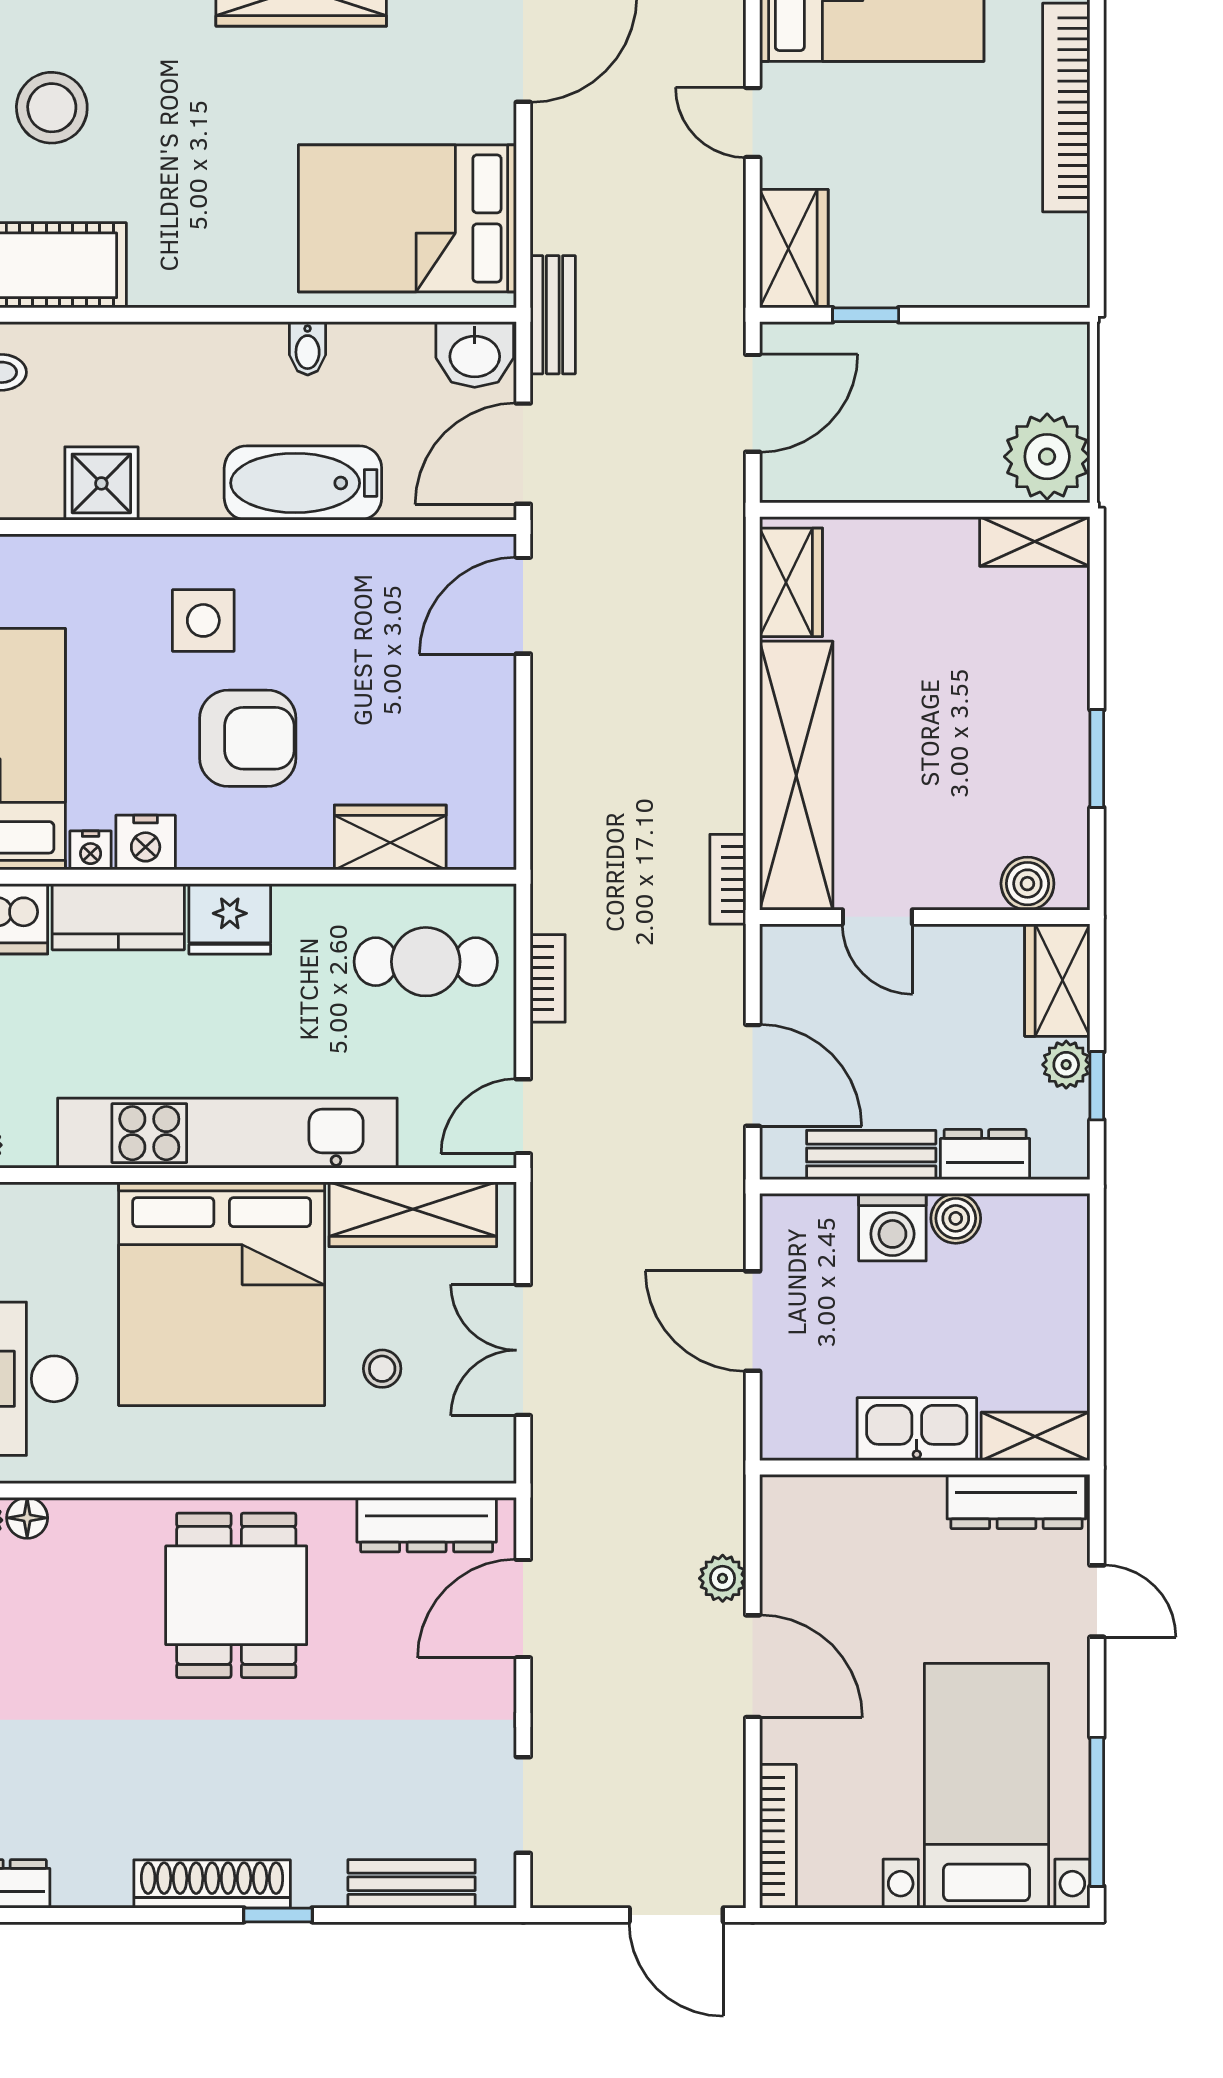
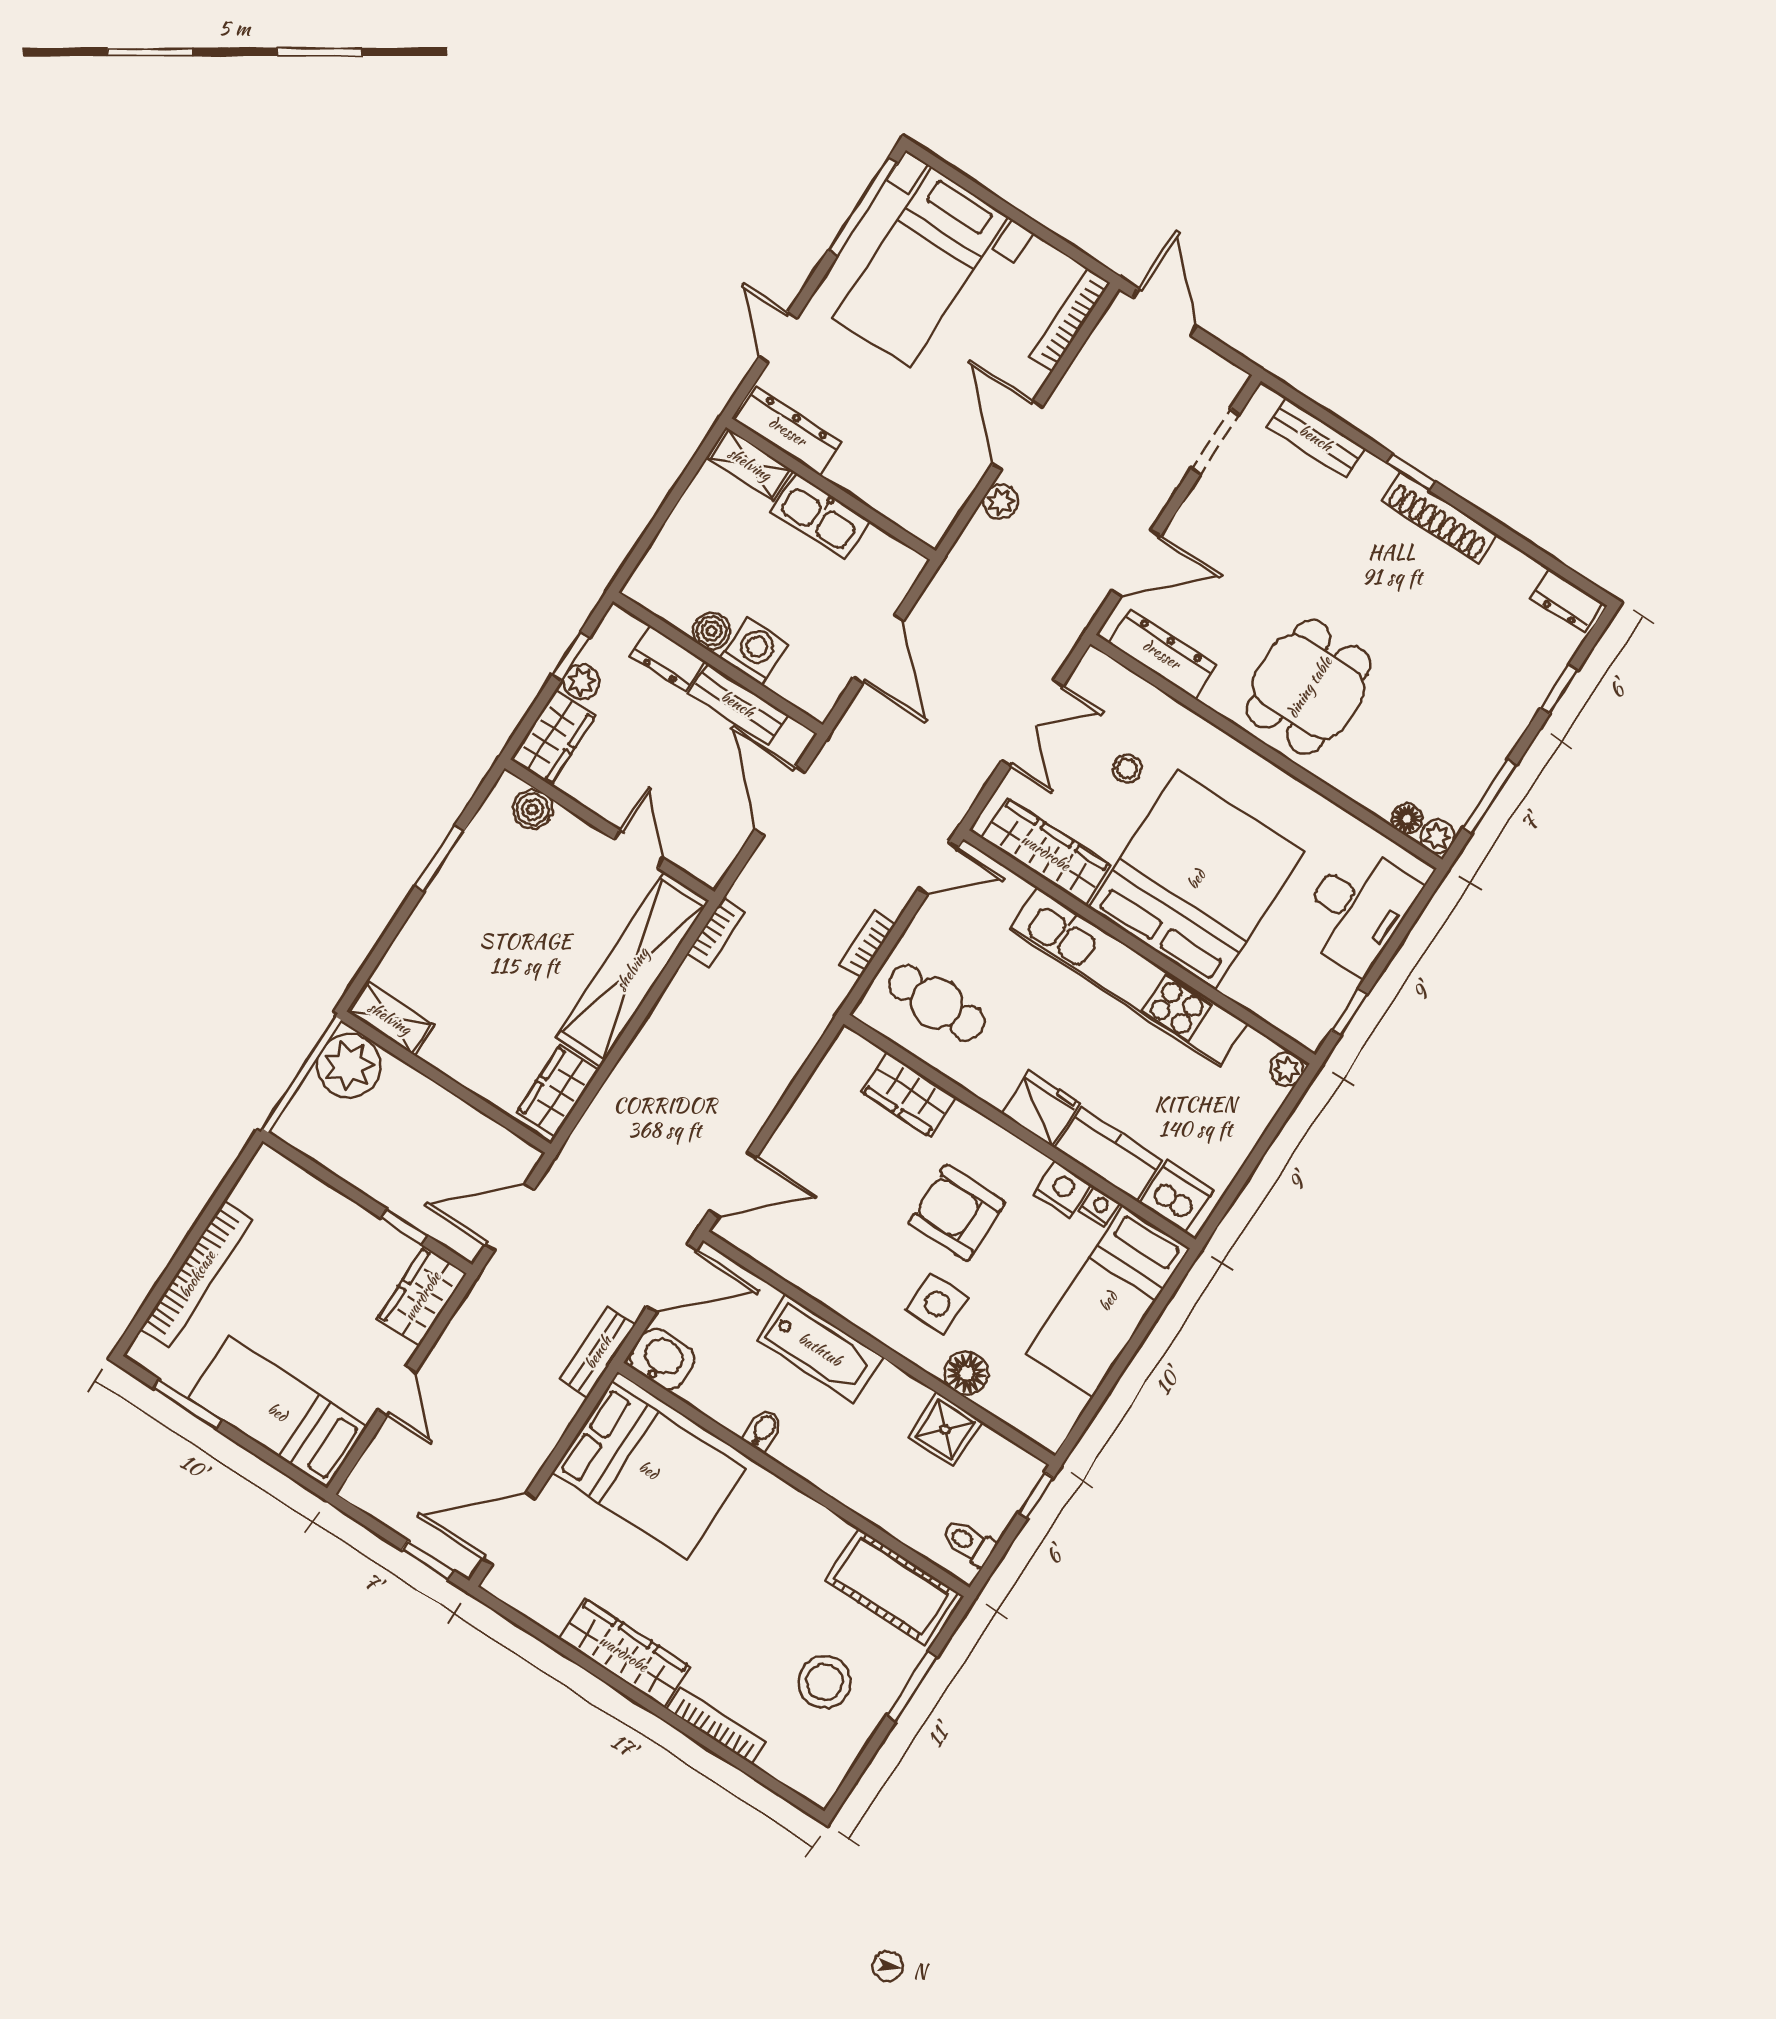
floor lamp: (119, 563) -> (966, 1373), added

